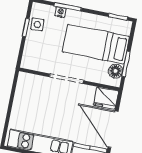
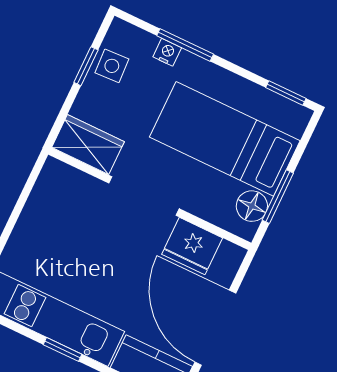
wardrobe: (36, 62) -> (88, 145), added
fridge: (106, 98) -> (192, 246), moved

